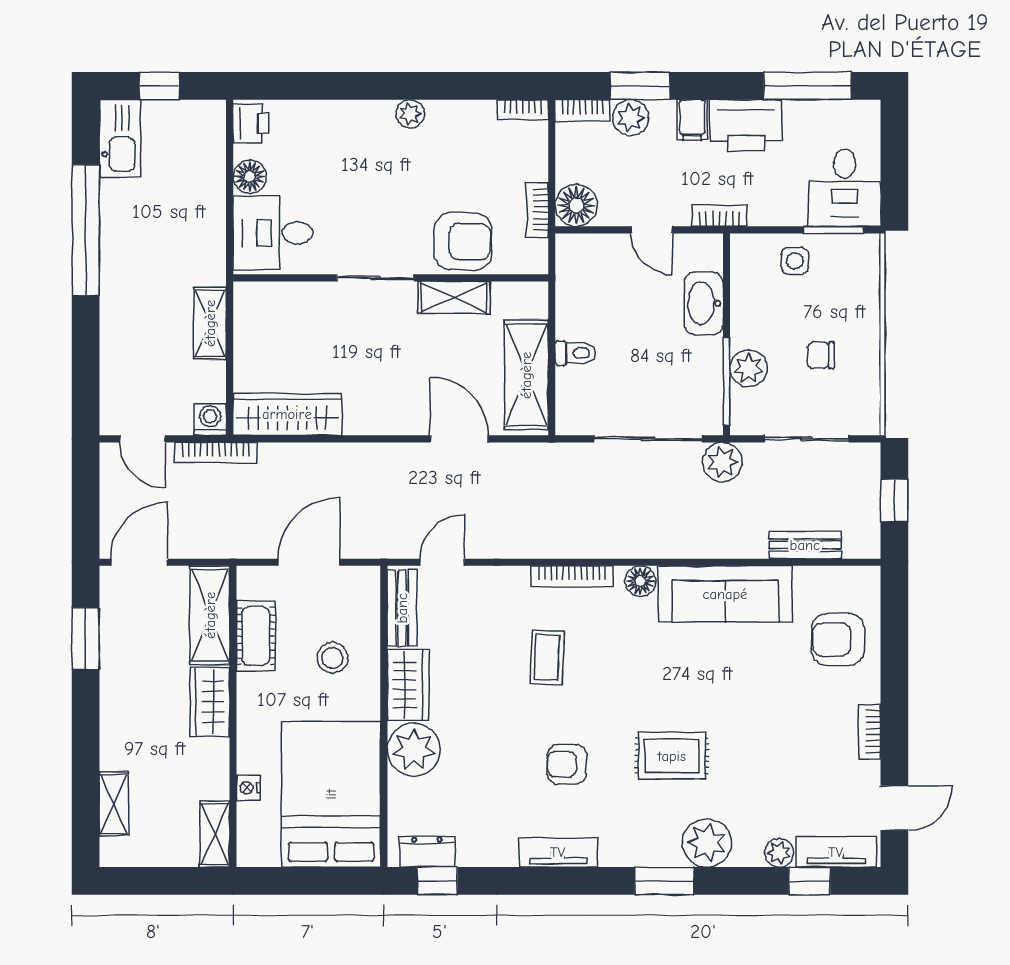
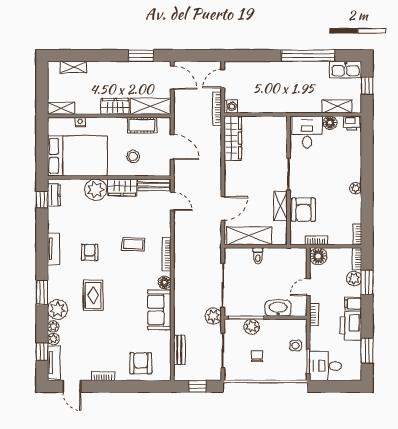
window: (807, 86) -> (367, 351), width x0.69
shelving: (210, 323) -> (337, 106), moved
sofa: (725, 594) -> (159, 310), width x0.73
plant: (748, 853) -> (53, 326), added

